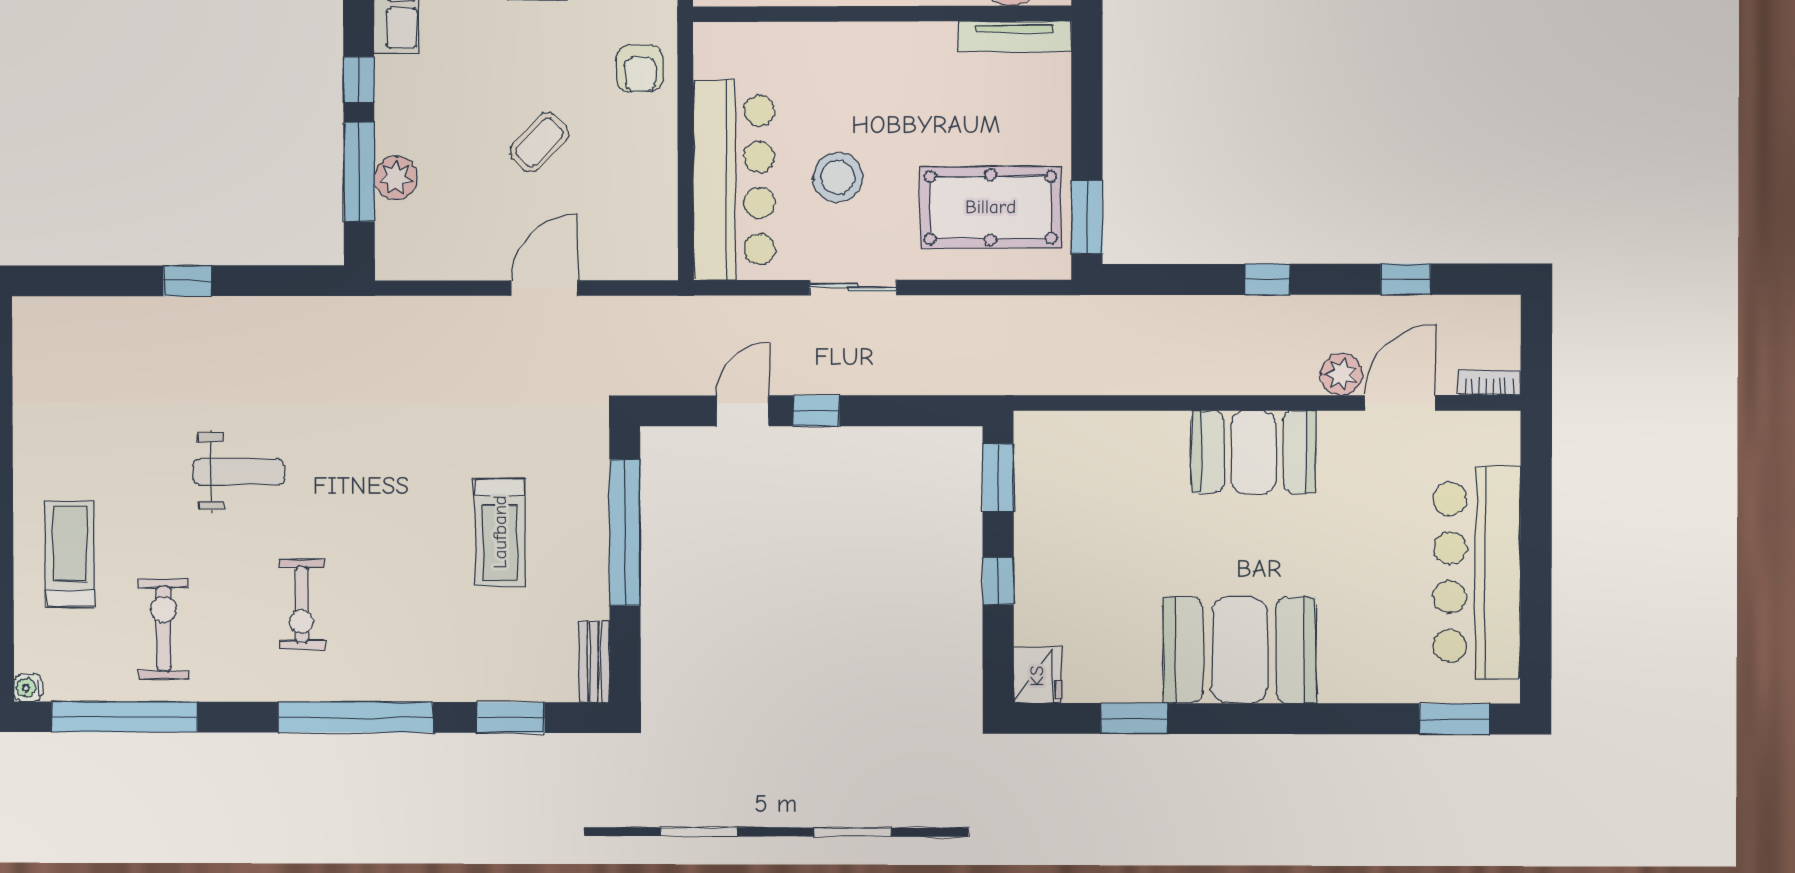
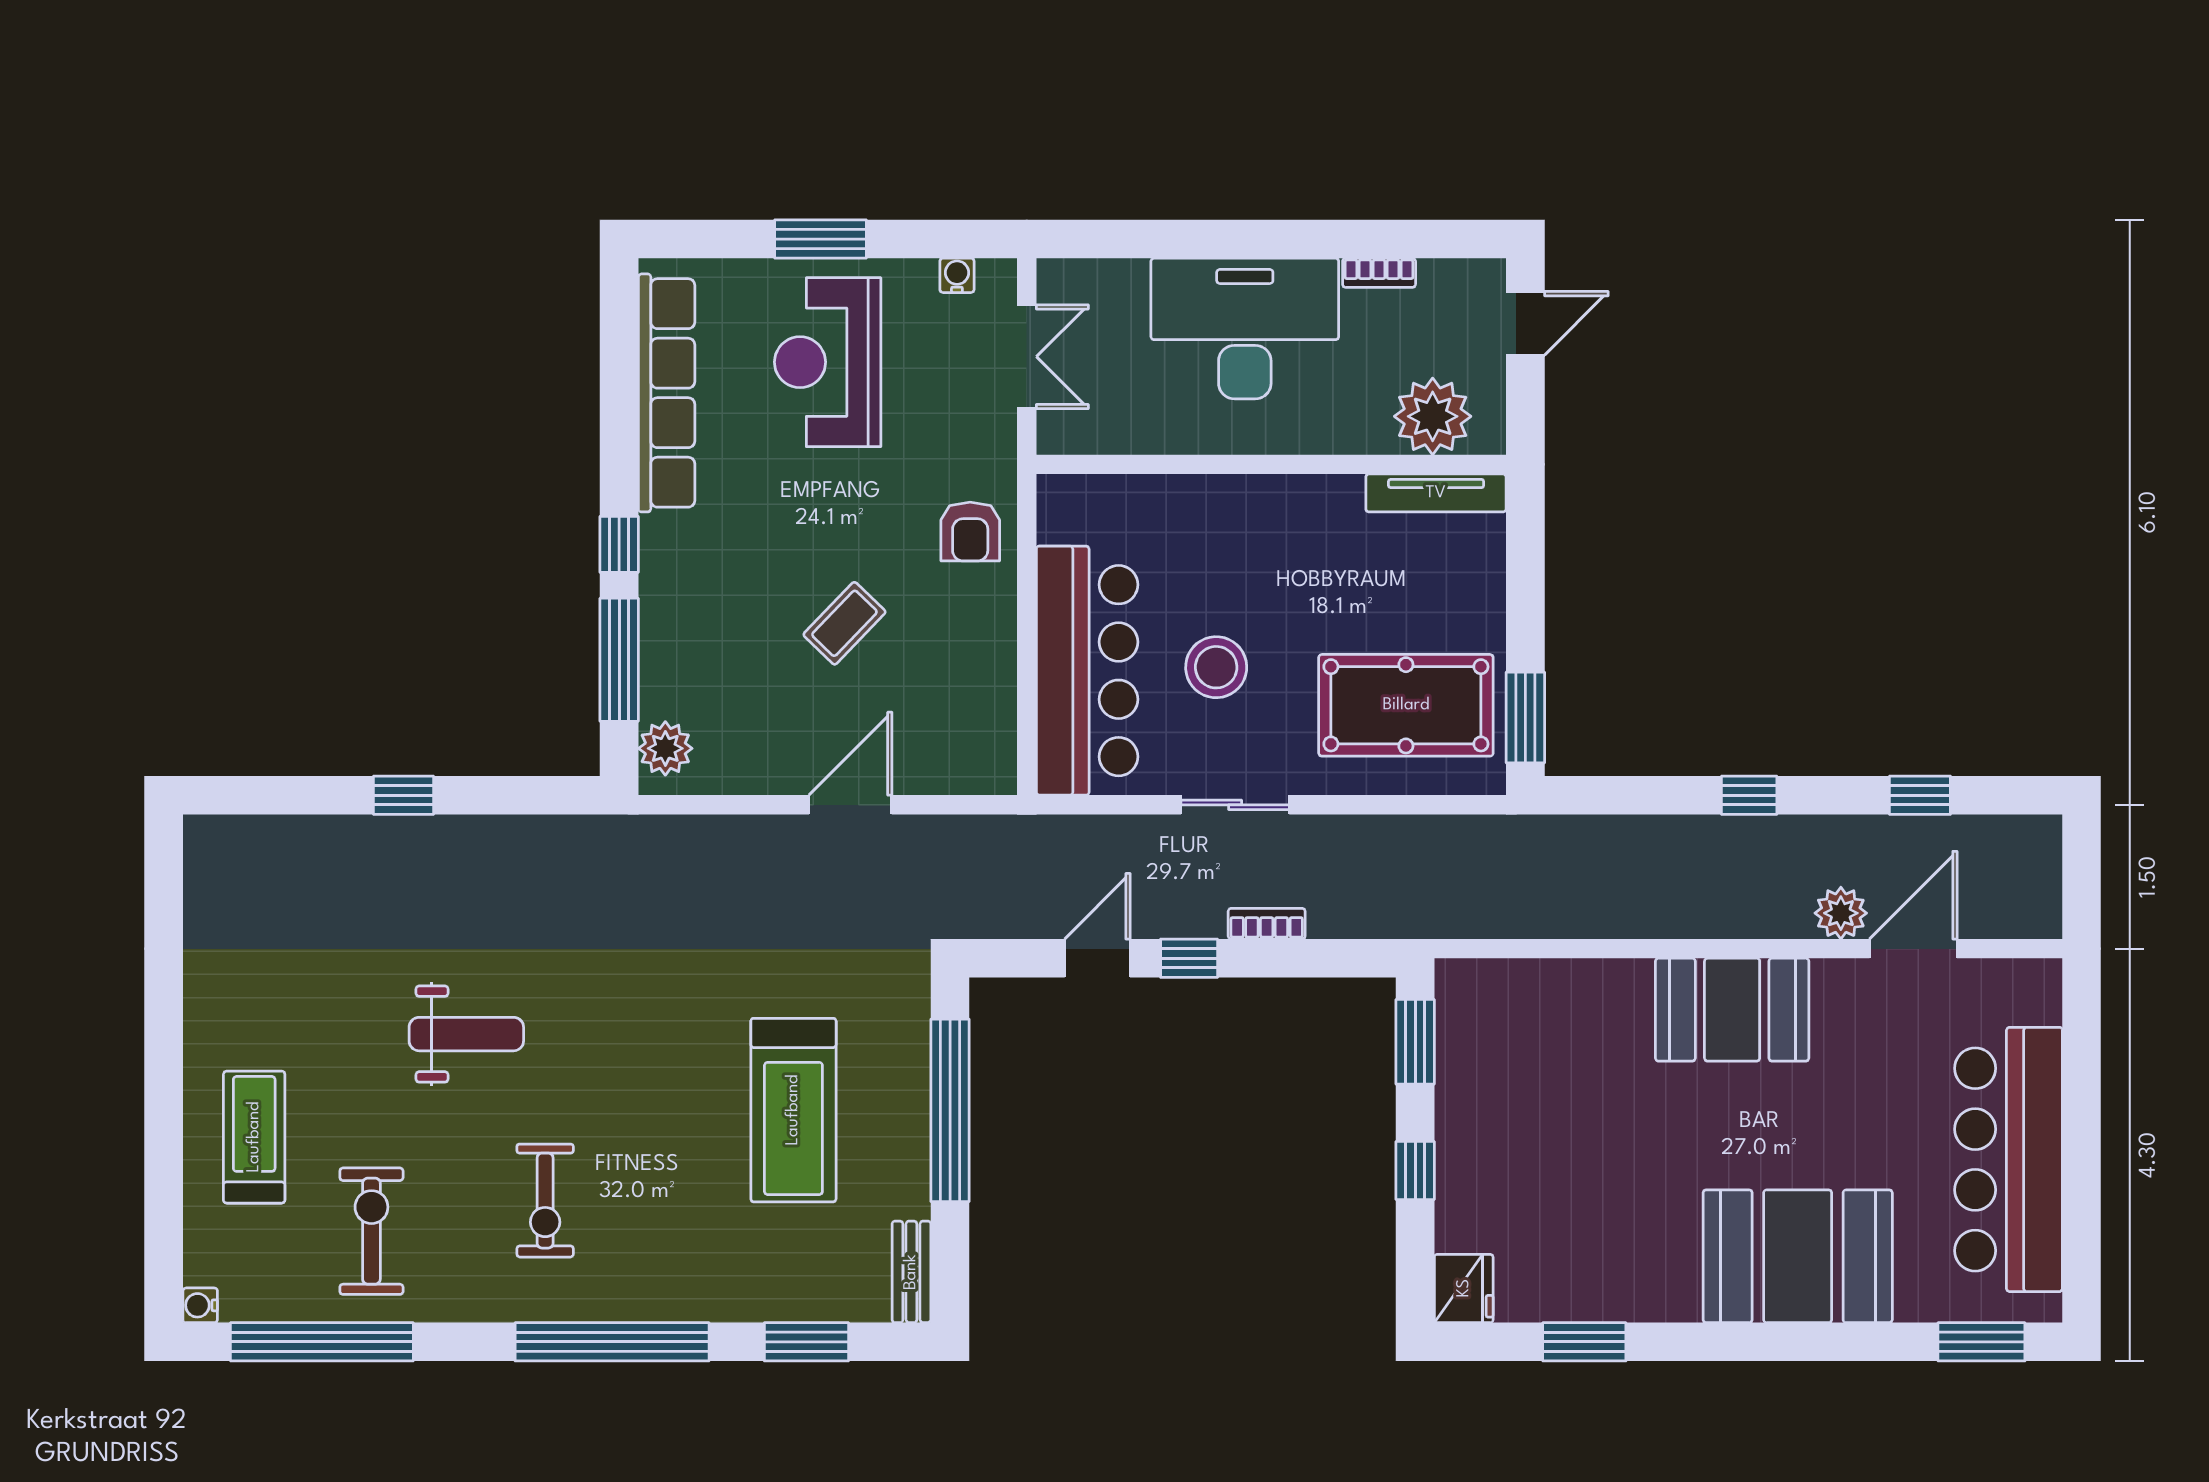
plant: (396, 178) -> (665, 748), moved
bookcase: (1490, 383) -> (1267, 924), moved
treadmill: (500, 532) -> (793, 1110), width x1.37, depth x1.38
booth: (1239, 650) -> (1798, 1256), moved

